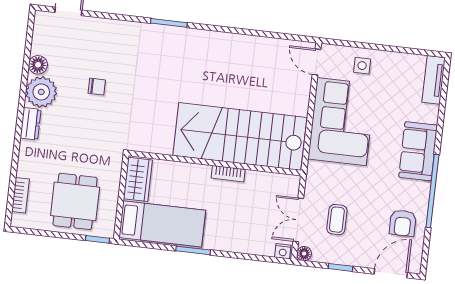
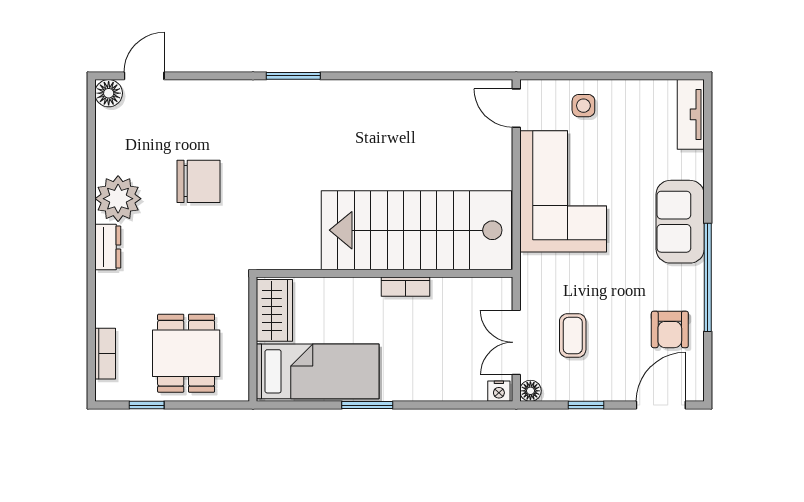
floor lamp: (38, 65) -> (109, 93), moved
chair: (97, 87) -> (198, 181), width x1.87, depth x1.87
window: (98, 239) -> (147, 405), moved

